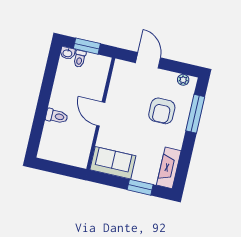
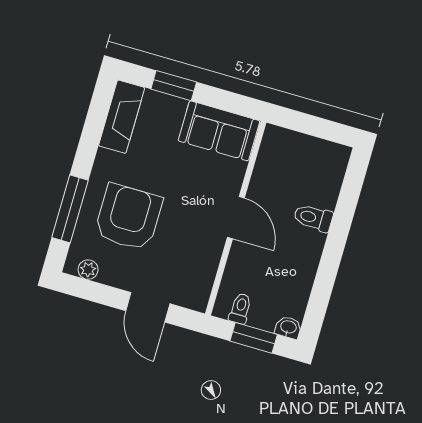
toilet: (80, 59) -> (240, 308), moved
armchair: (162, 111) -> (128, 217), width x1.36, depth x1.36

